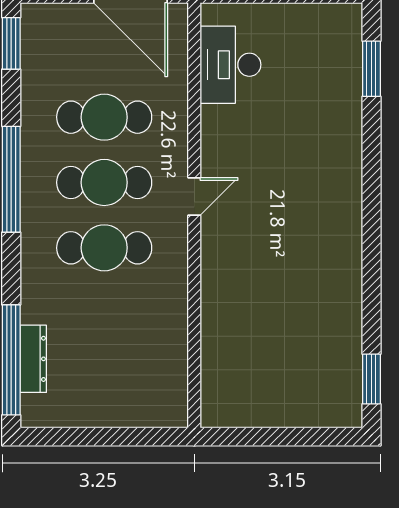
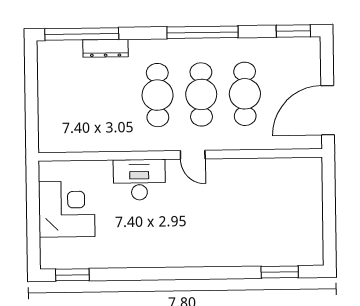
desk: (231, 65) -> (139, 180), moved
dresser: (33, 359) -> (106, 48), moved
corner desk: (273, 386) -> (67, 209), added

